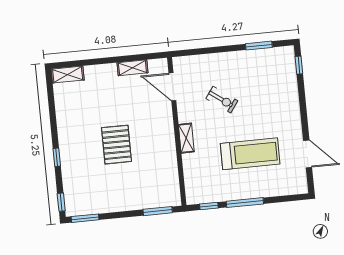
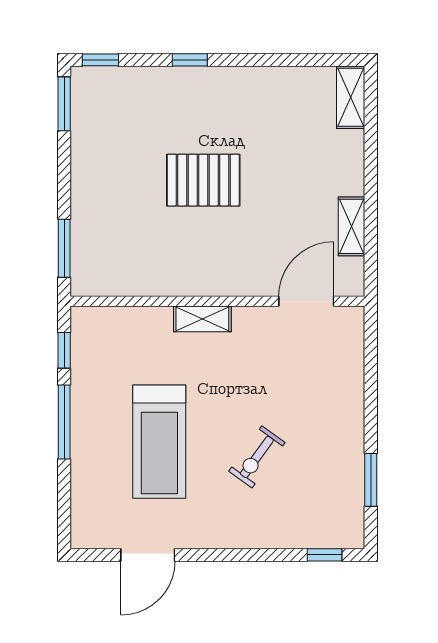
exercise bike: (222, 100) -> (257, 457), moved

